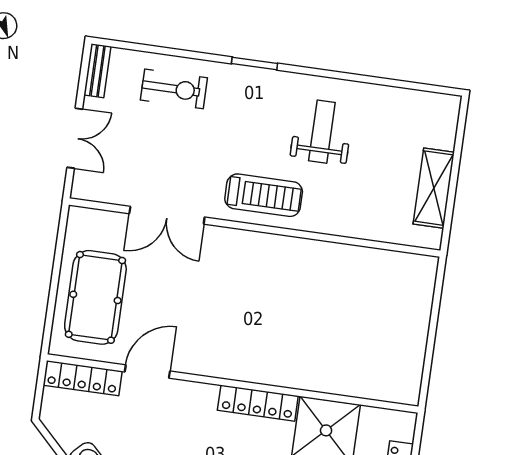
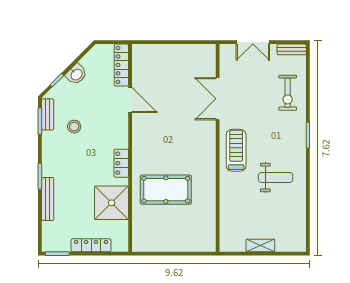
shelving: (434, 188) -> (260, 245), width x0.67, depth x0.75
treadmill: (264, 195) -> (236, 150), turned 180
pool table: (95, 297) -> (166, 190), moved
locker: (258, 403) -> (121, 163), width x0.66

